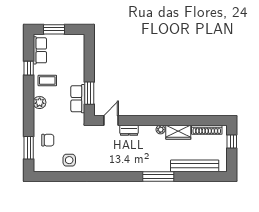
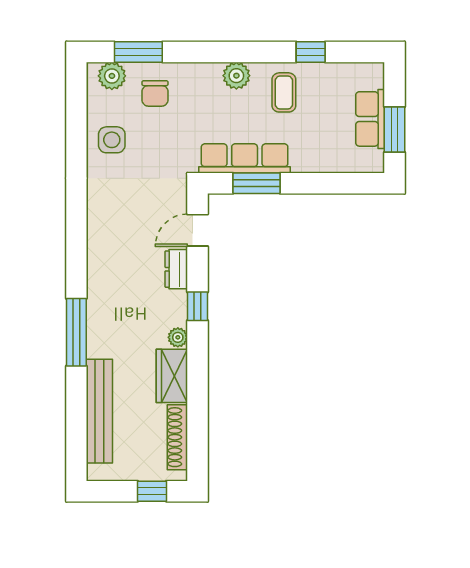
window: (54, 29) -> (394, 130), moved
row of seats: (40, 50) -> (370, 119), moved, turned 90
row of seats: (78, 99) -> (245, 158), width x1.48
door: (111, 120) -> (198, 230), swing flipped
window: (146, 120) -> (198, 306), added
plant: (40, 160) -> (112, 76), added

